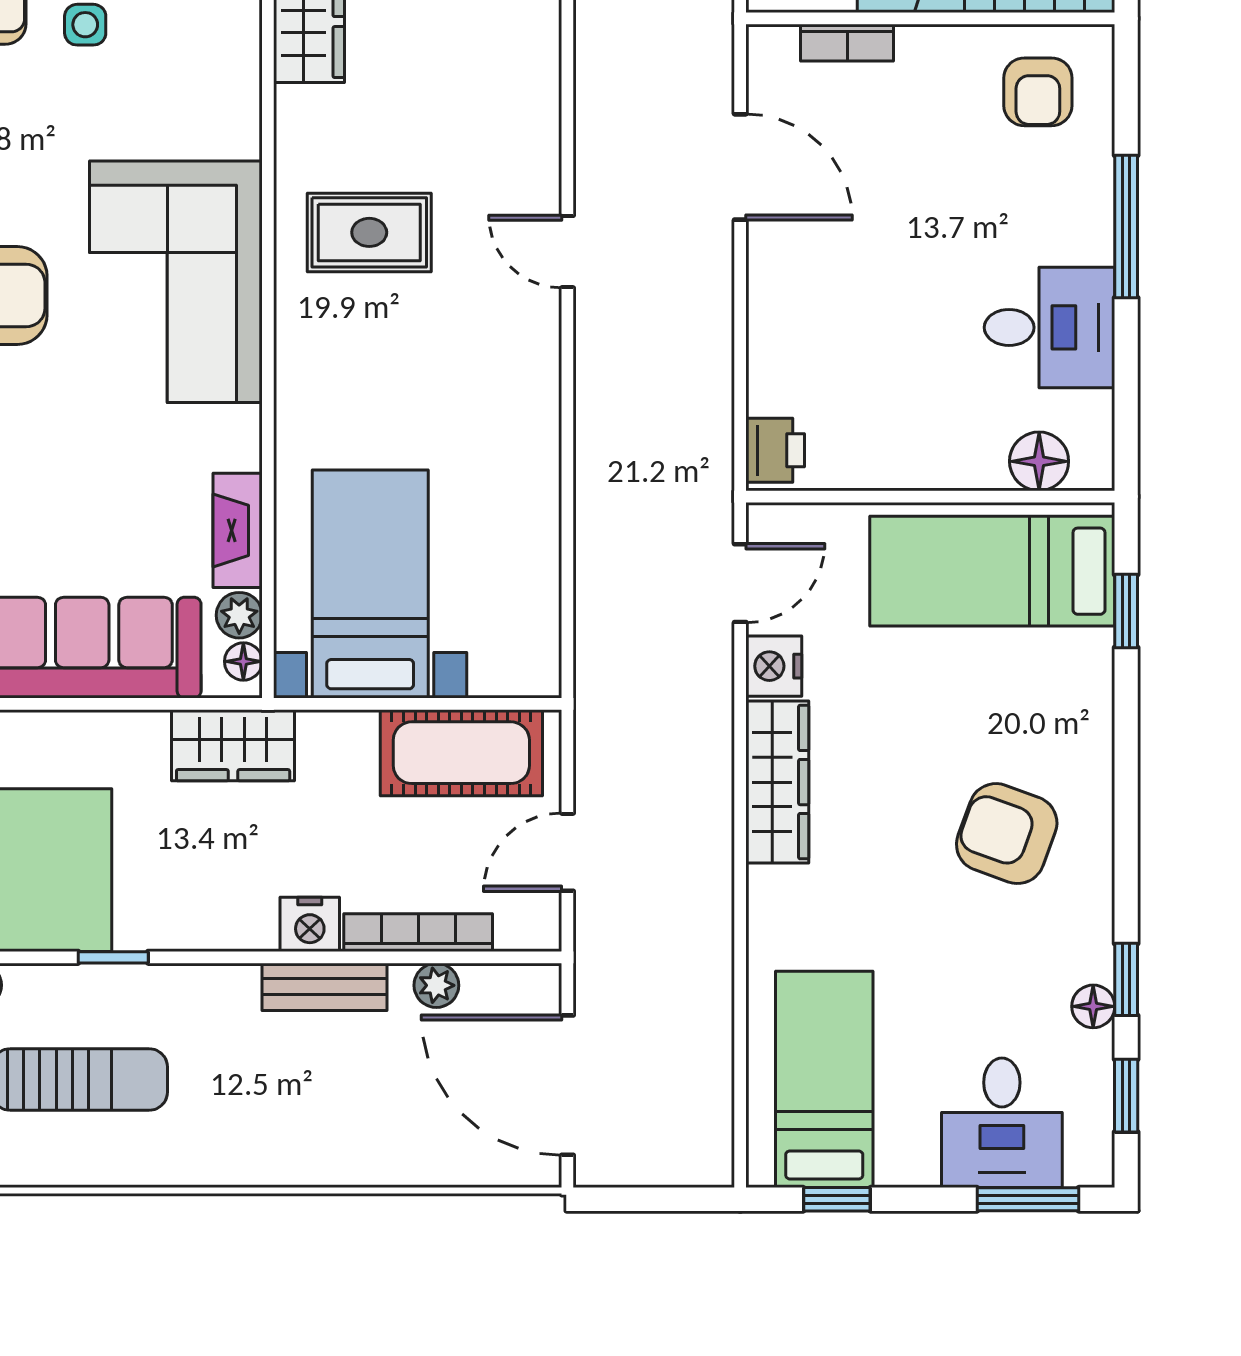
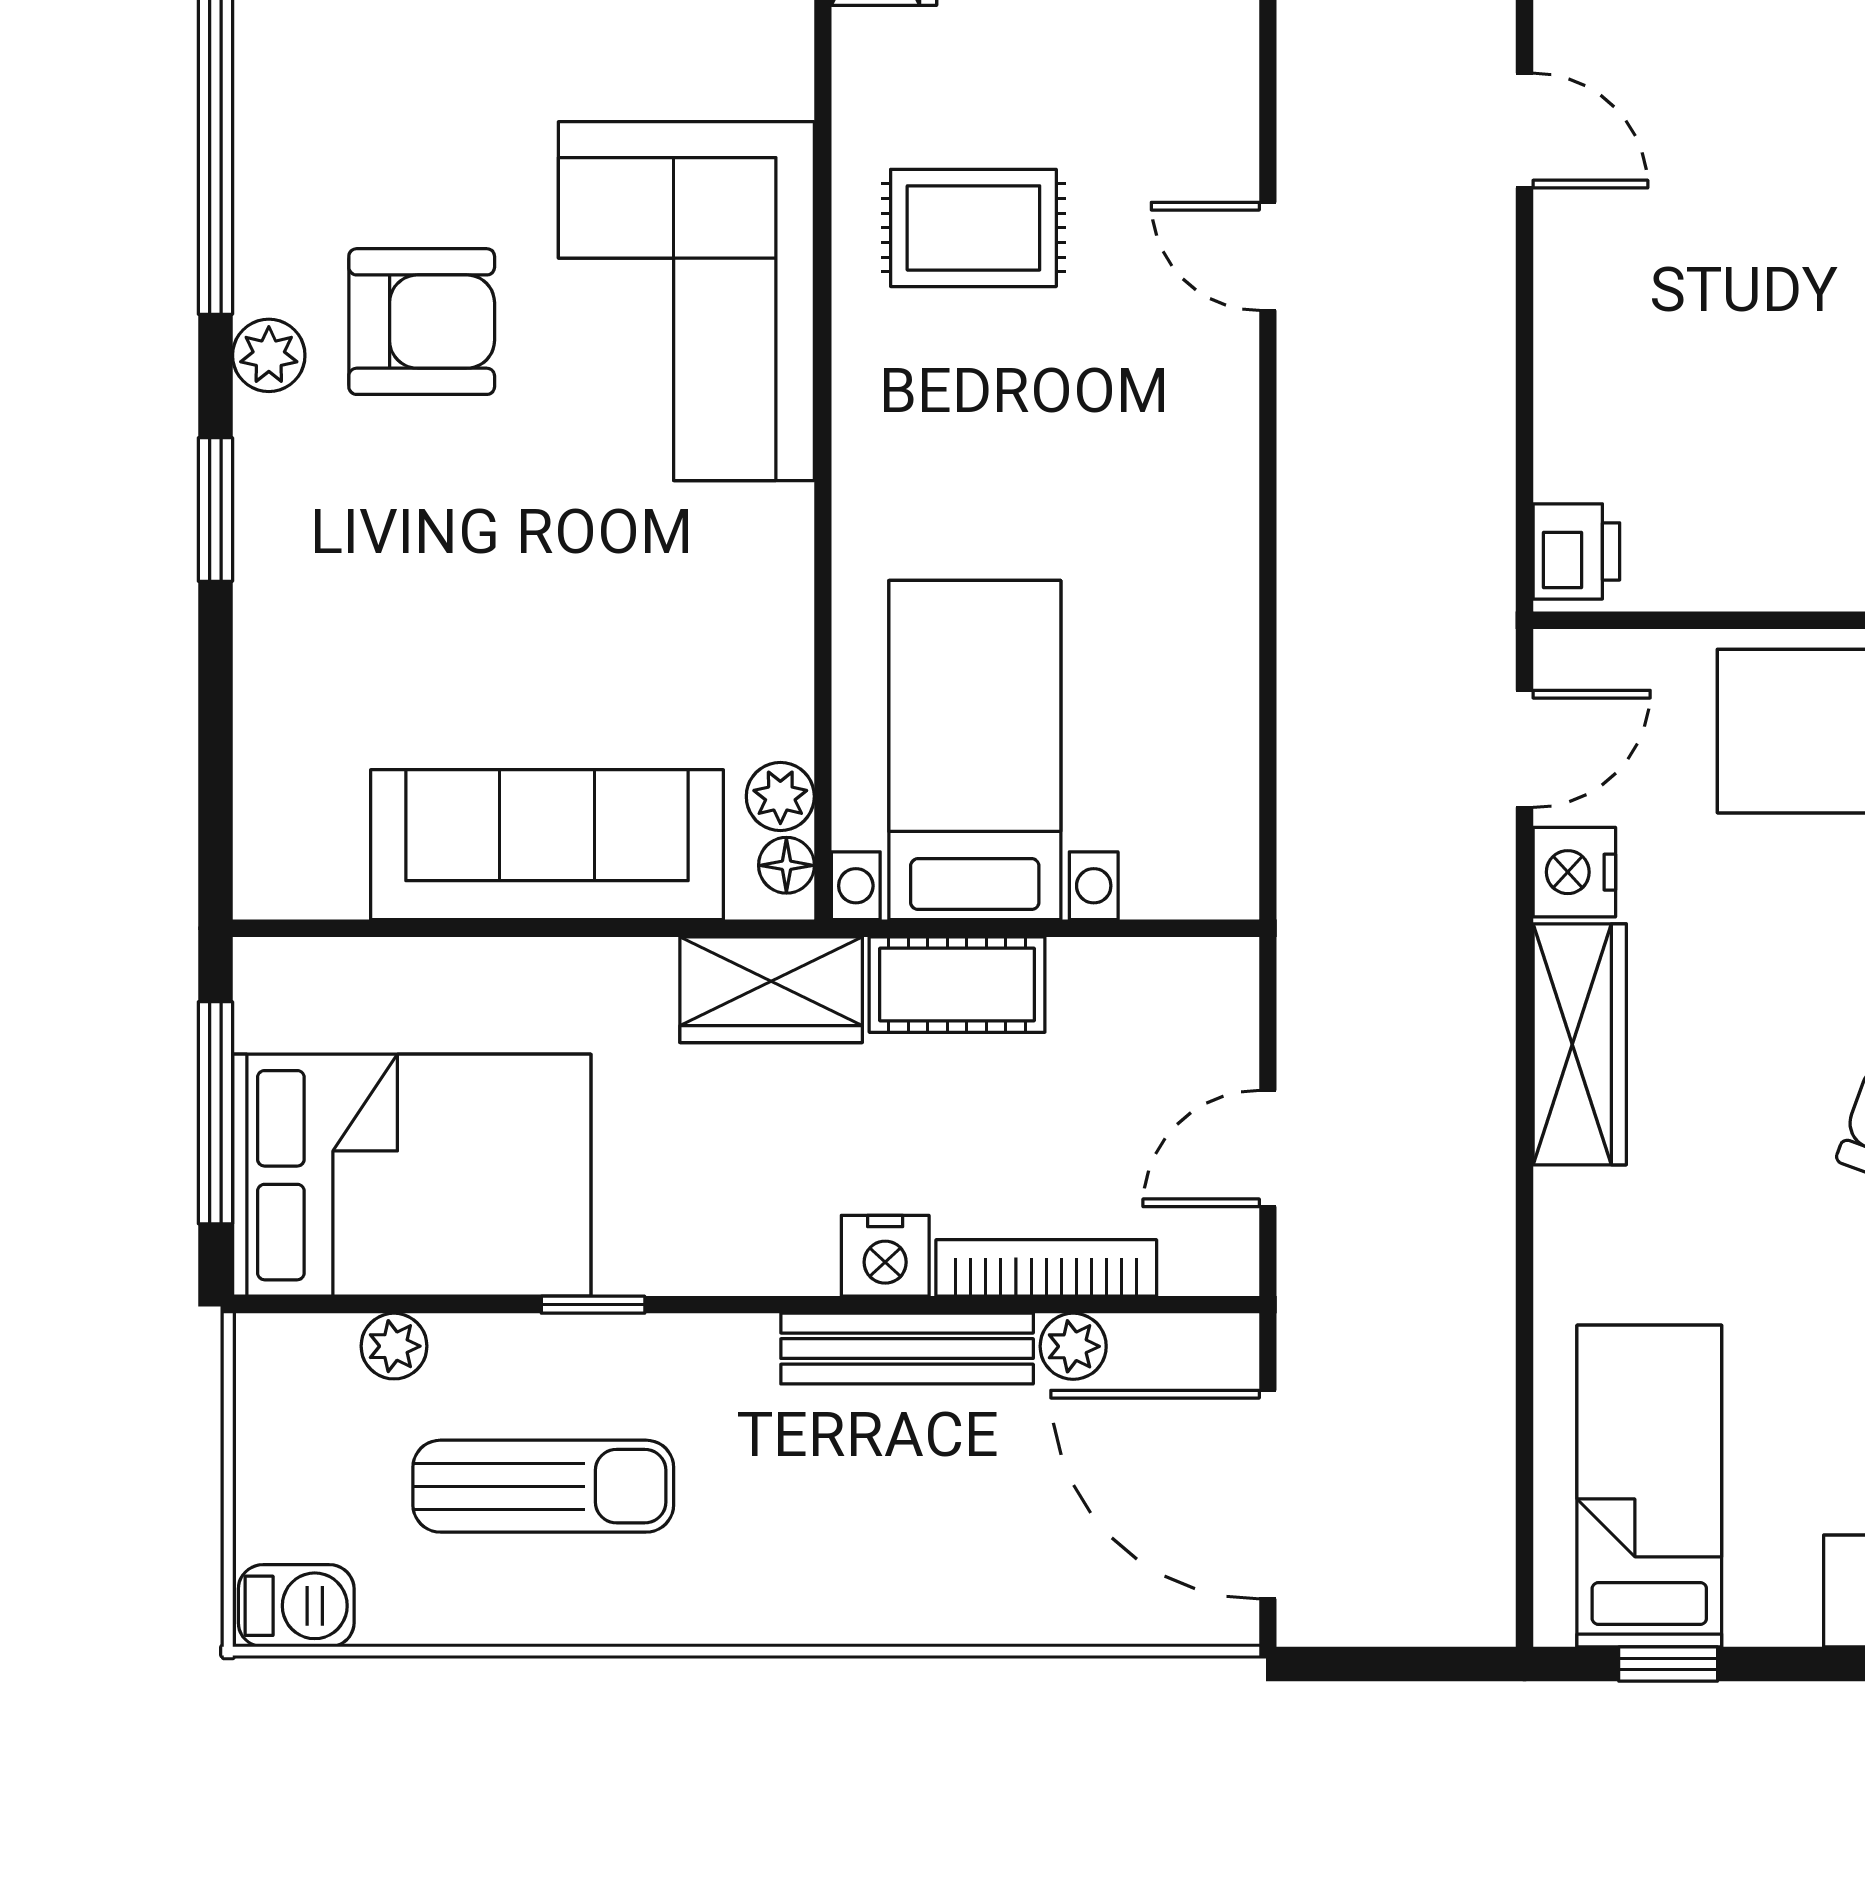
door: (740, 167) -> (1525, 131), width x0.73
fireplace: (238, 530) -> (778, 671), removed
cot: (461, 753) -> (957, 985), moved, width x0.73, depth x0.75
bench: (325, 987) -> (907, 1349), width x1.36

